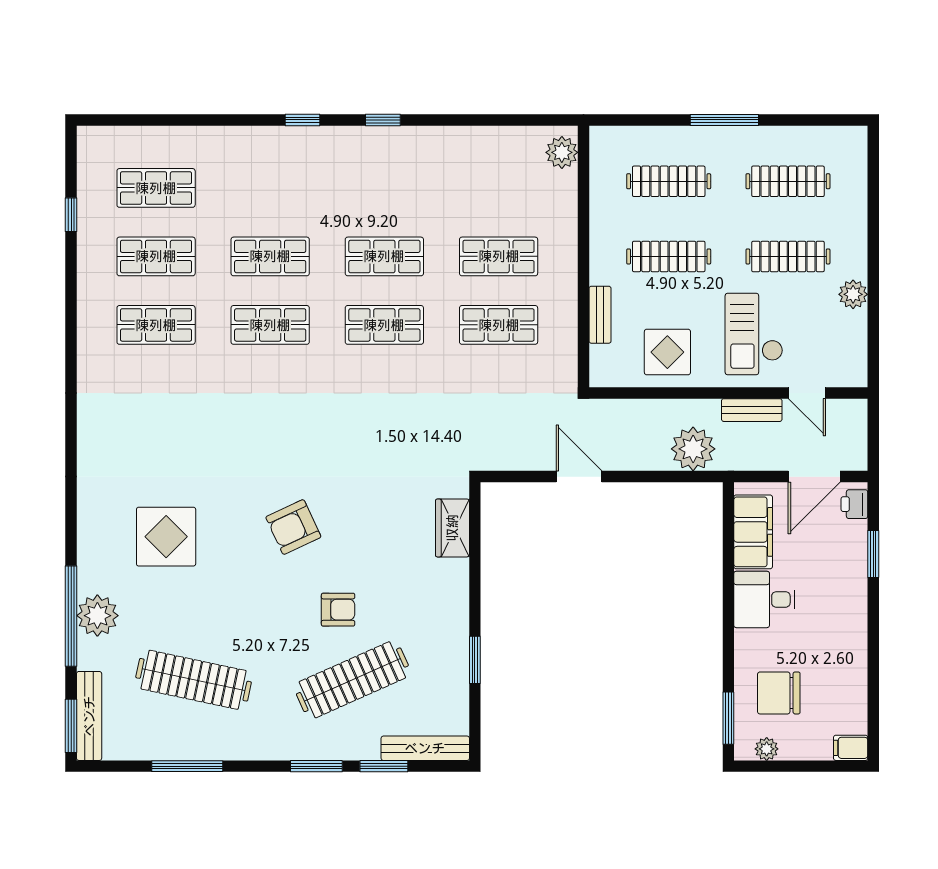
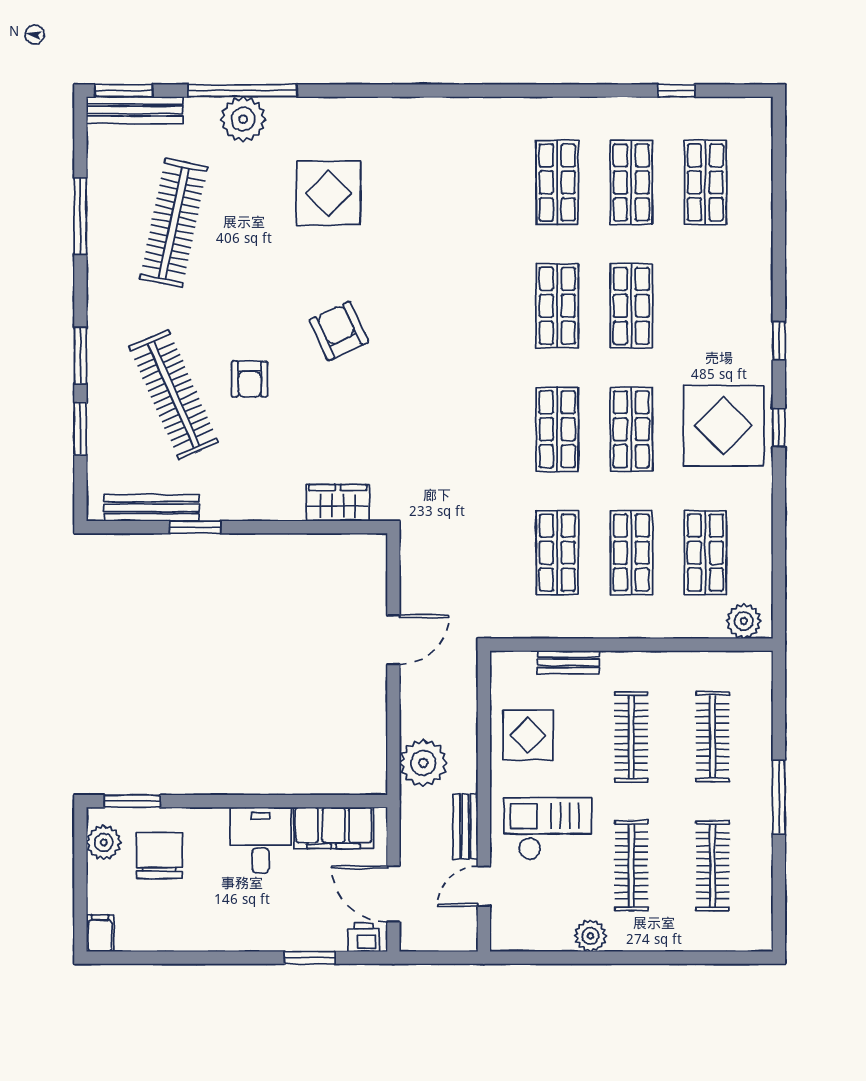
display table: (381, 171) -> (724, 426), added
shop shelf: (499, 188) -> (705, 553), added
bench: (425, 748) -> (152, 508), moved, turned 90
plant: (767, 749) -> (104, 842), width x1.38, depth x1.38

